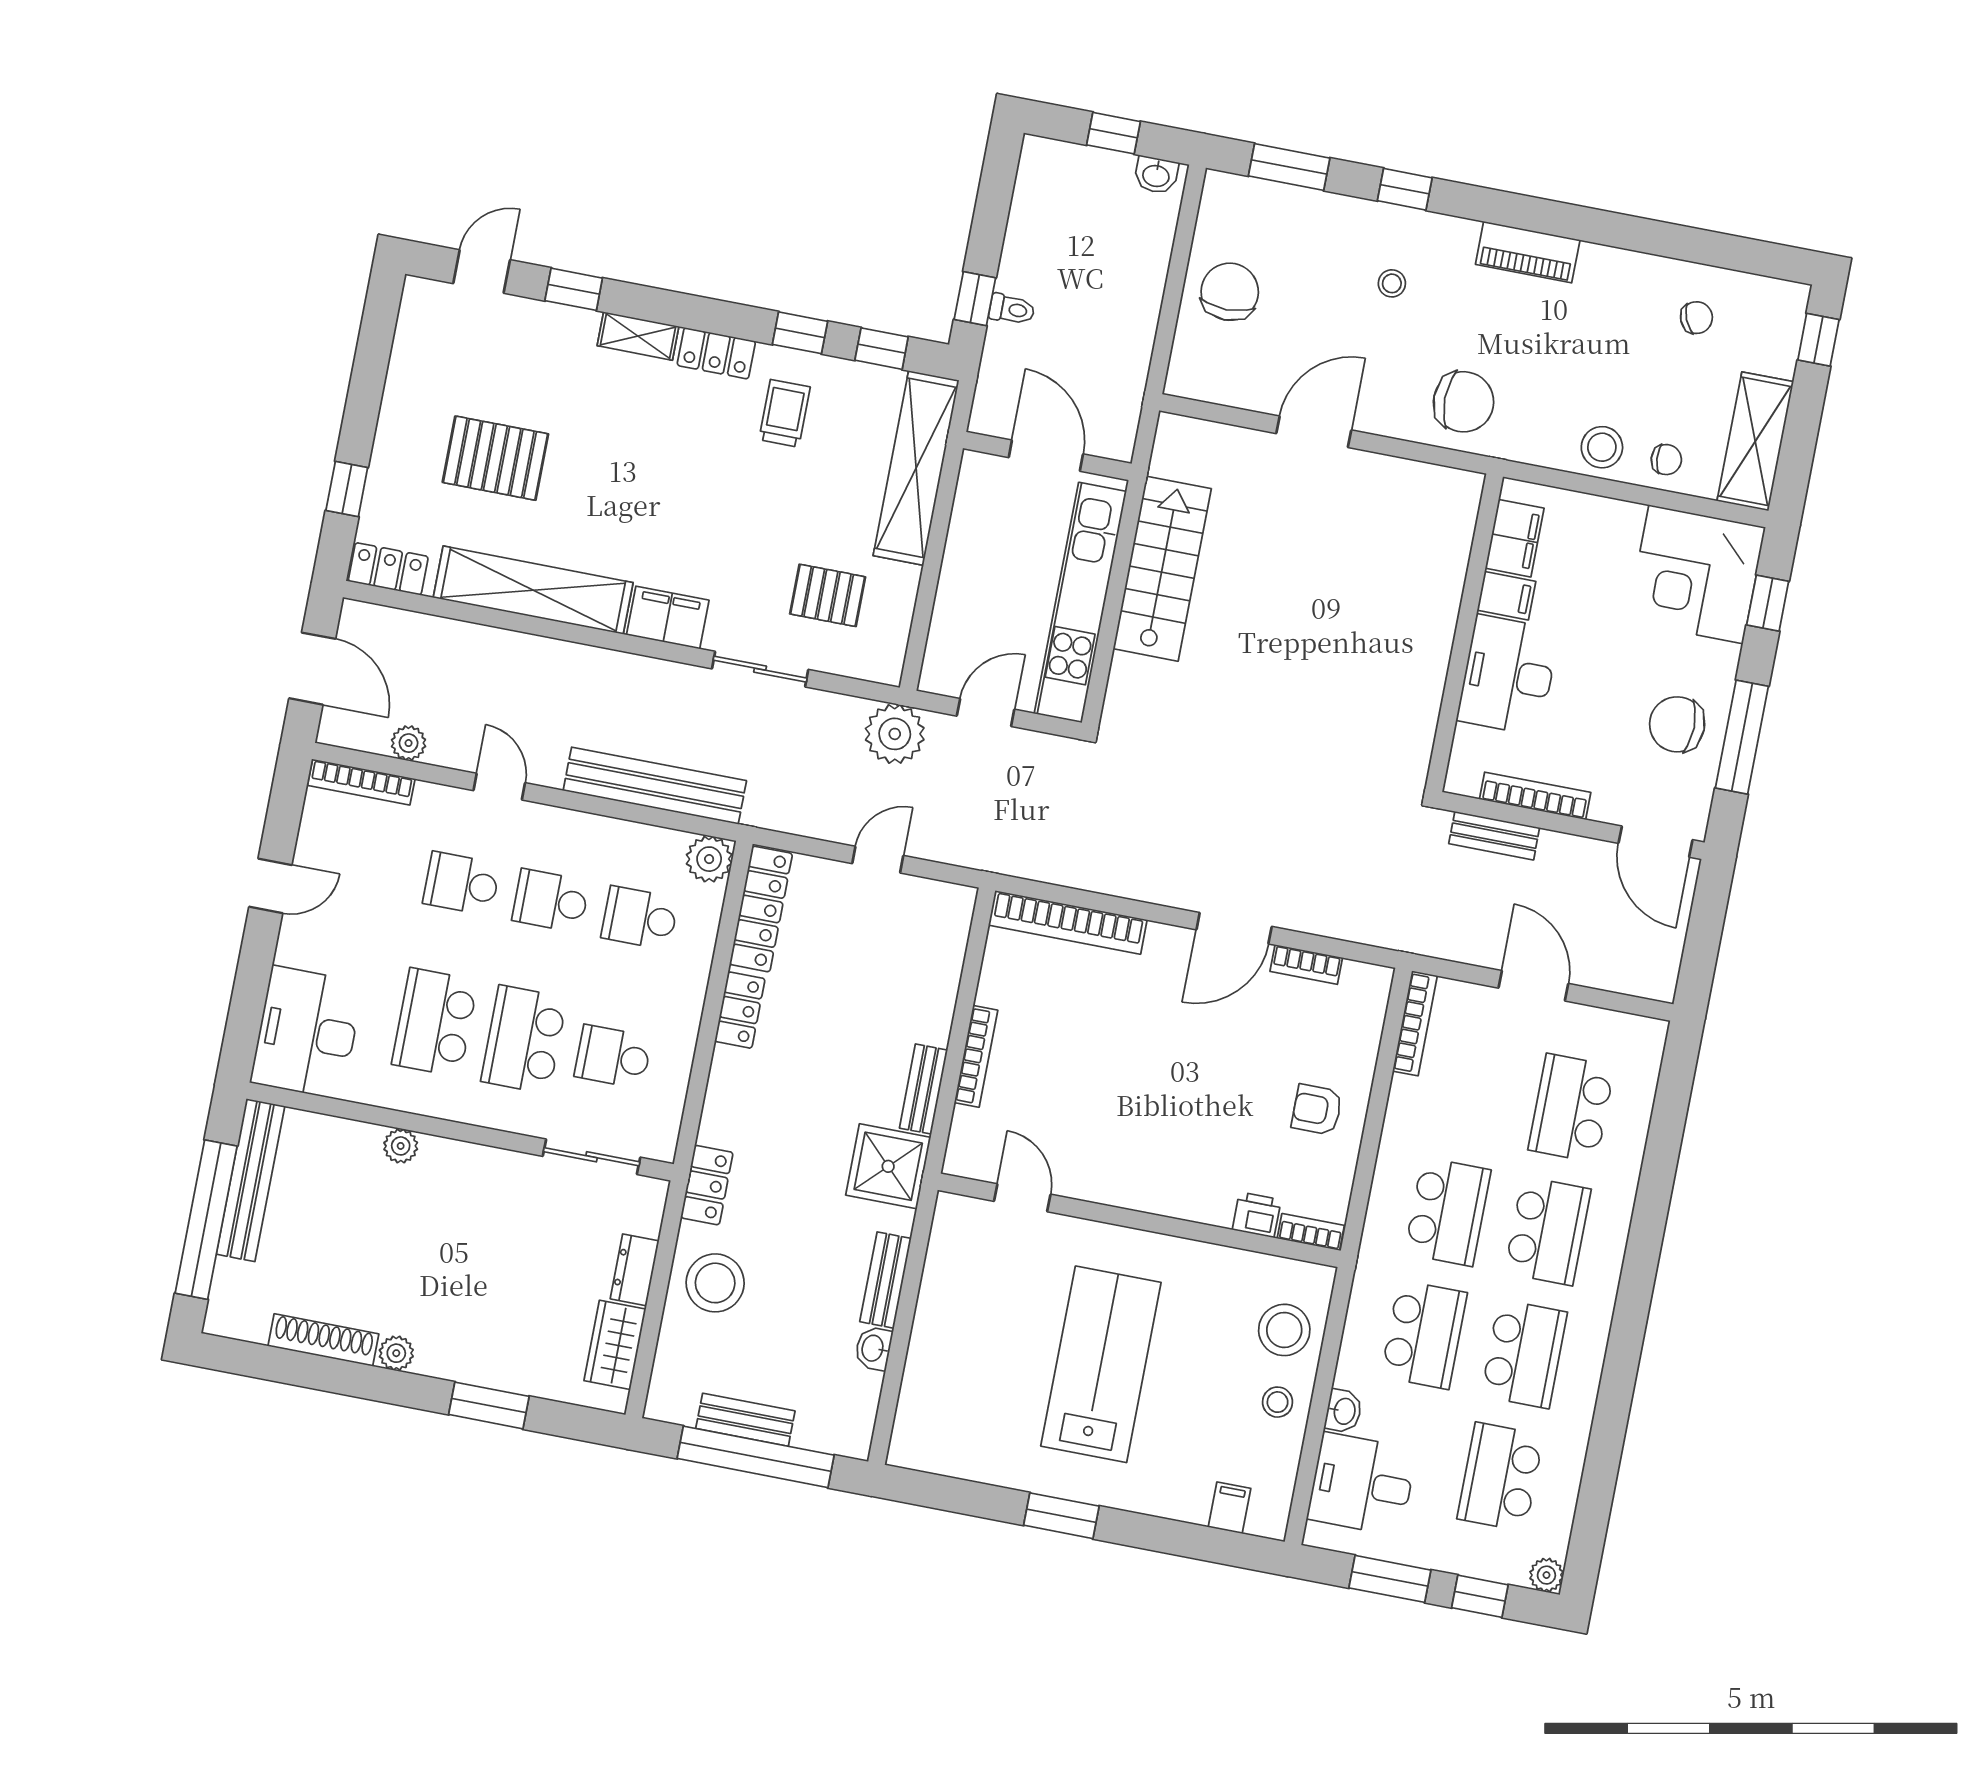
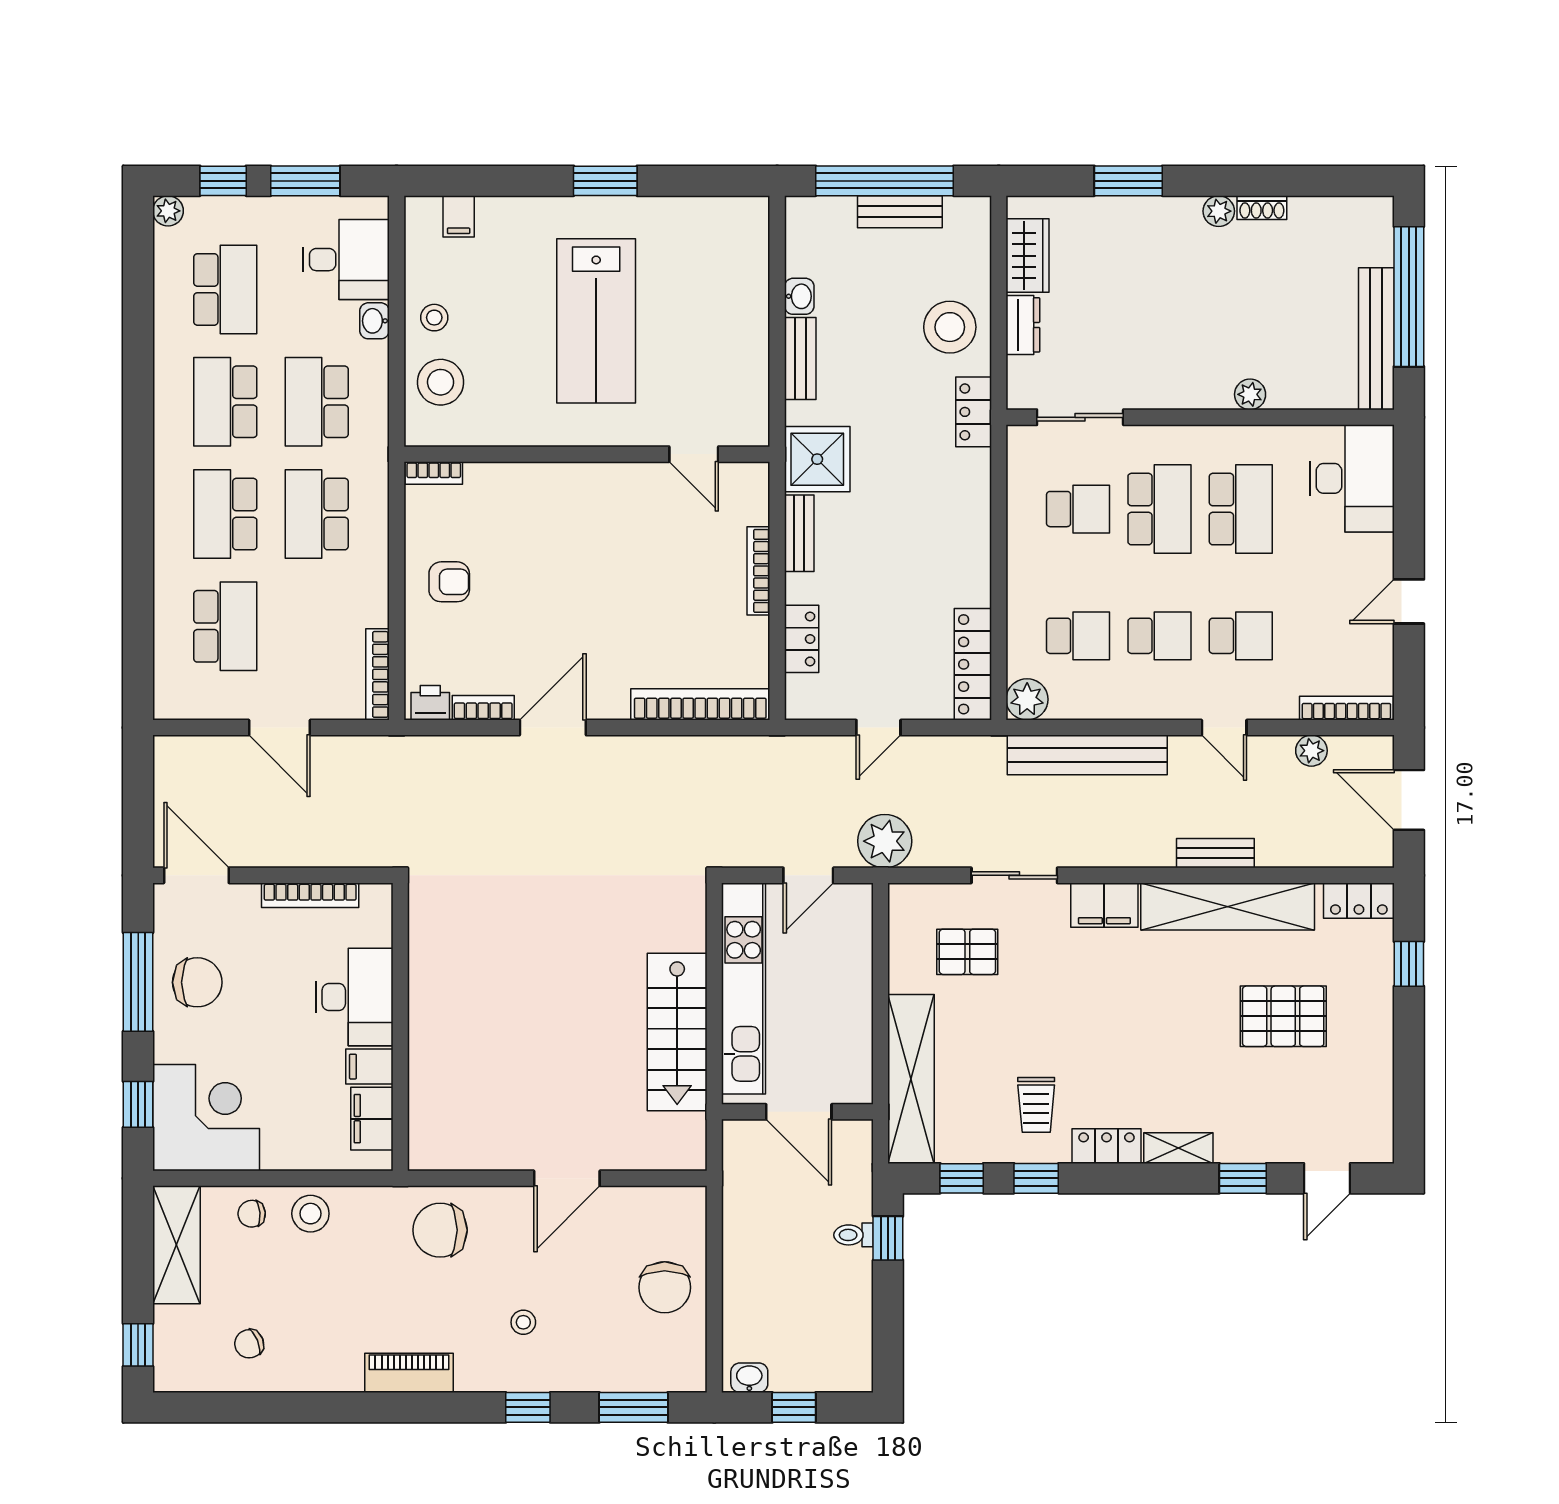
bench: (1494, 836) -> (1215, 853), moved
locker: (740, 1010) -> (802, 639), moved, turned 180
printer: (1257, 1215) -> (430, 703), moved, turned 180
shoe rack: (323, 1340) -> (1262, 208), width x0.51, depth x0.81

